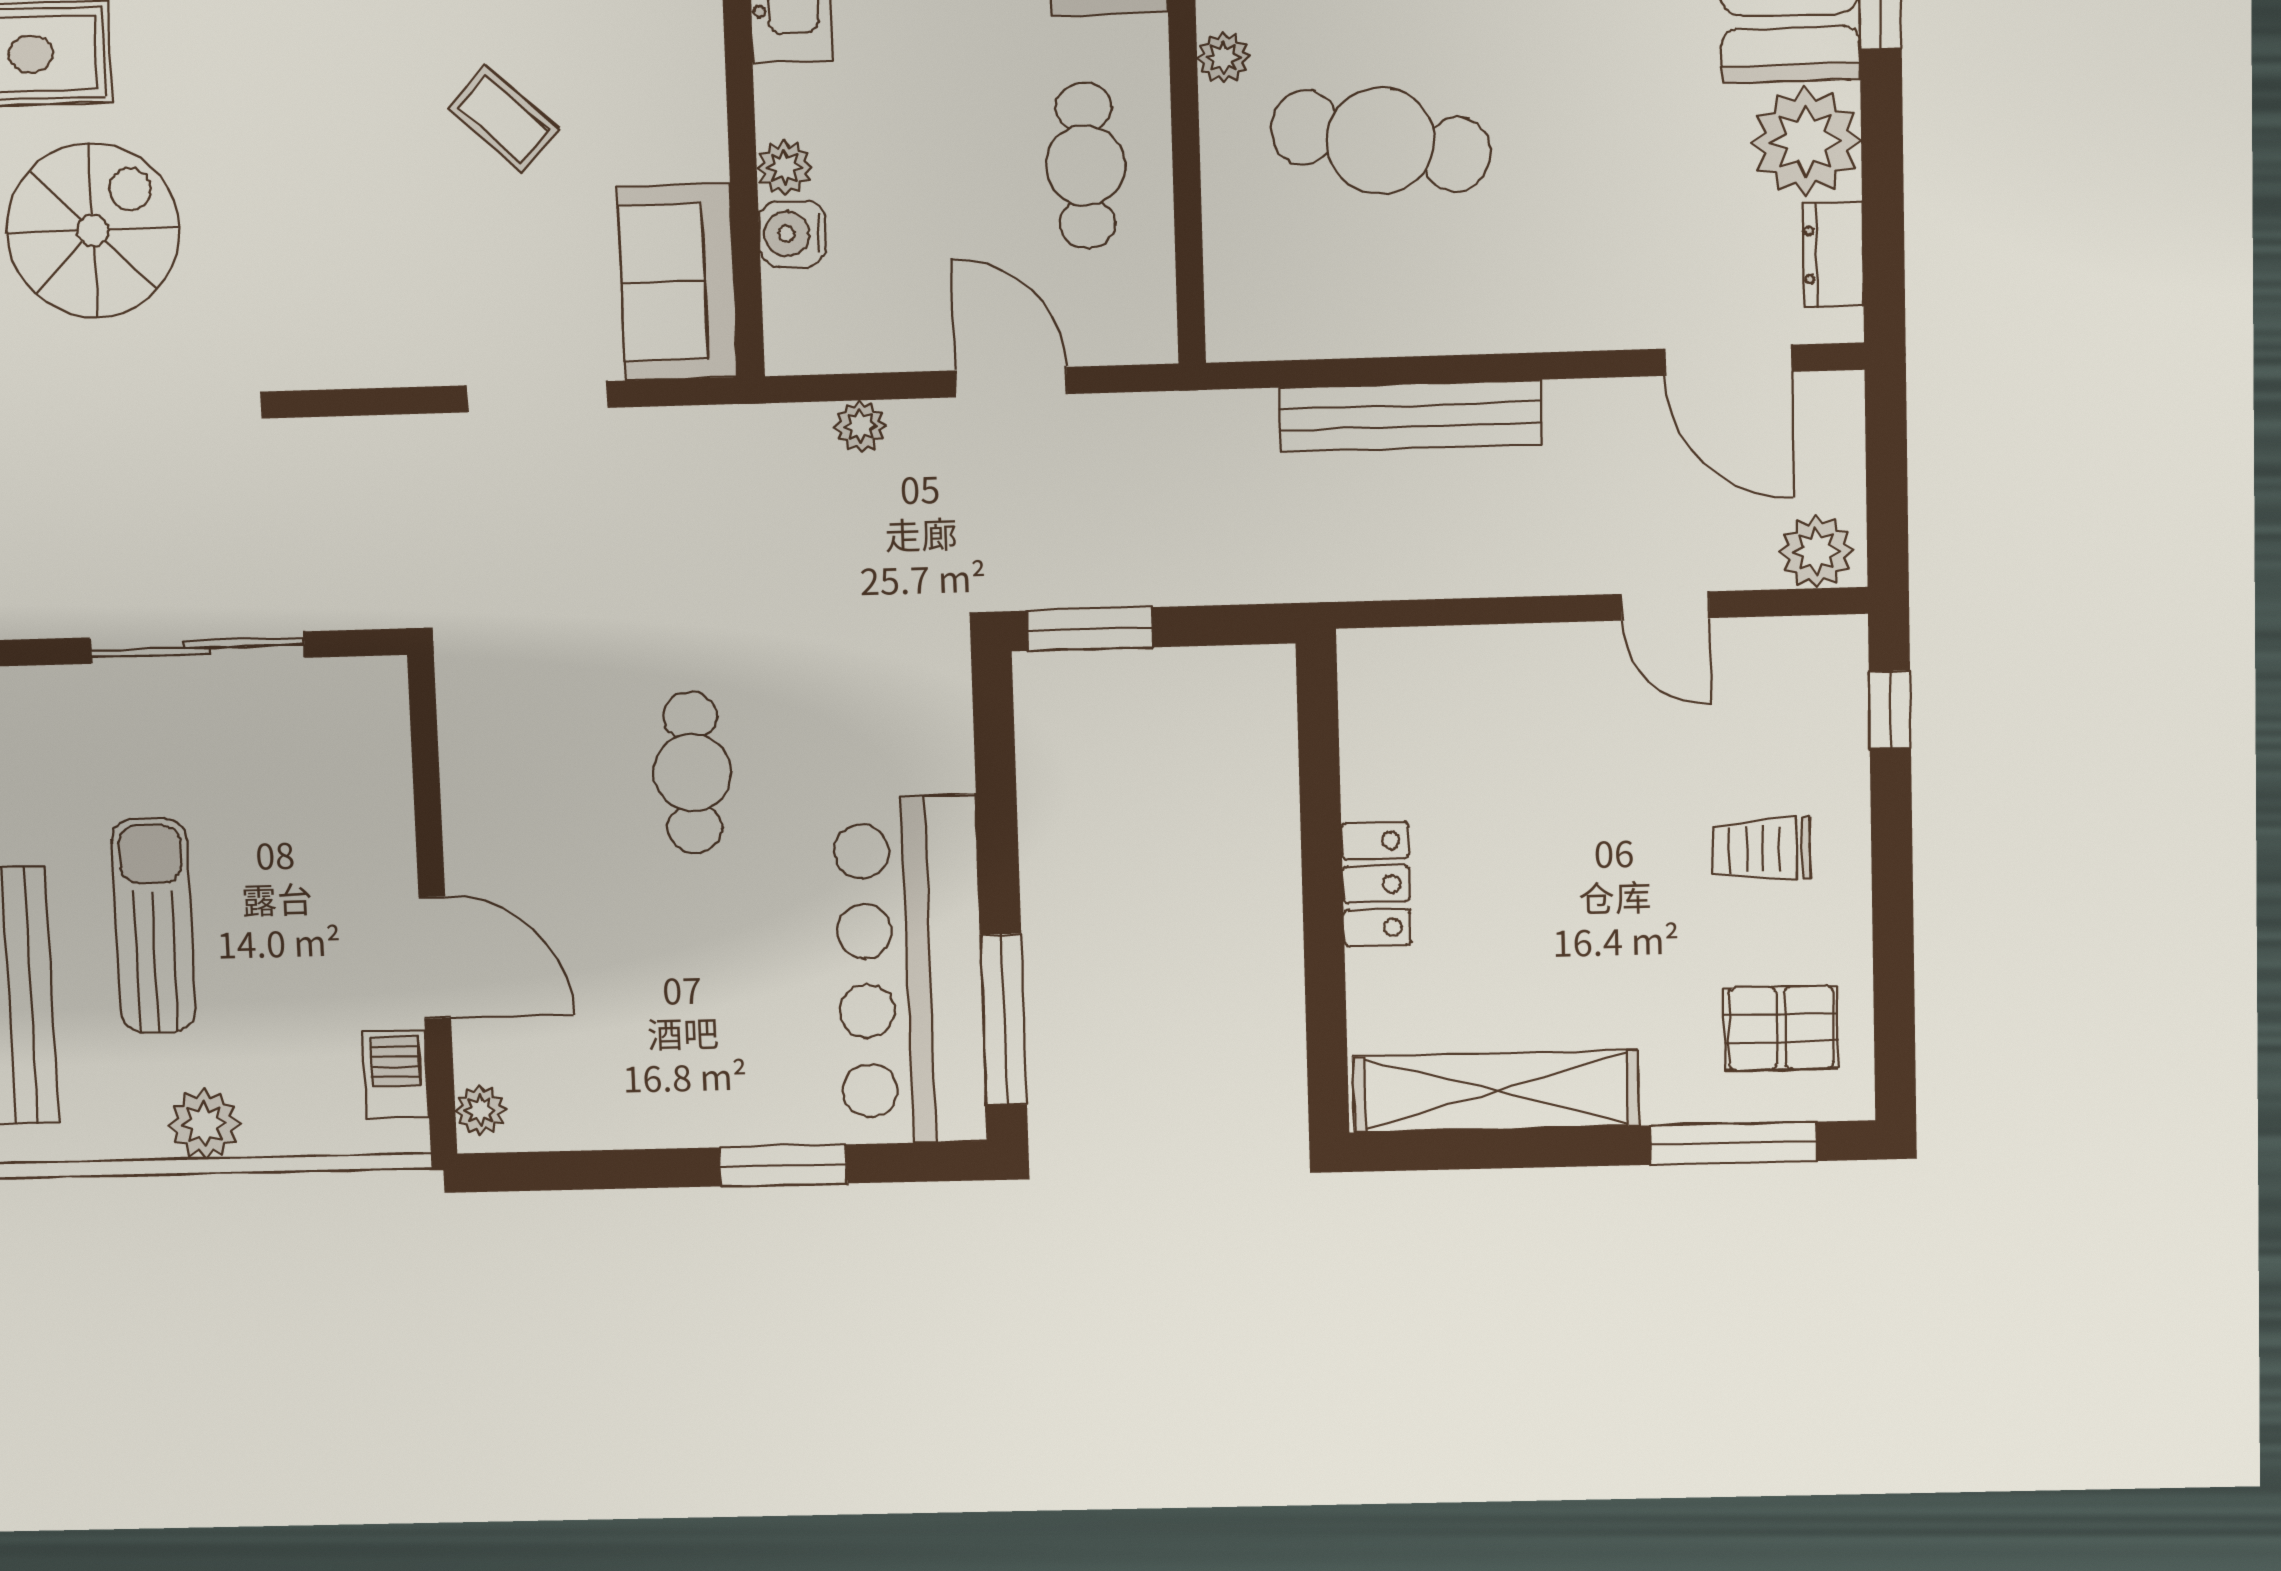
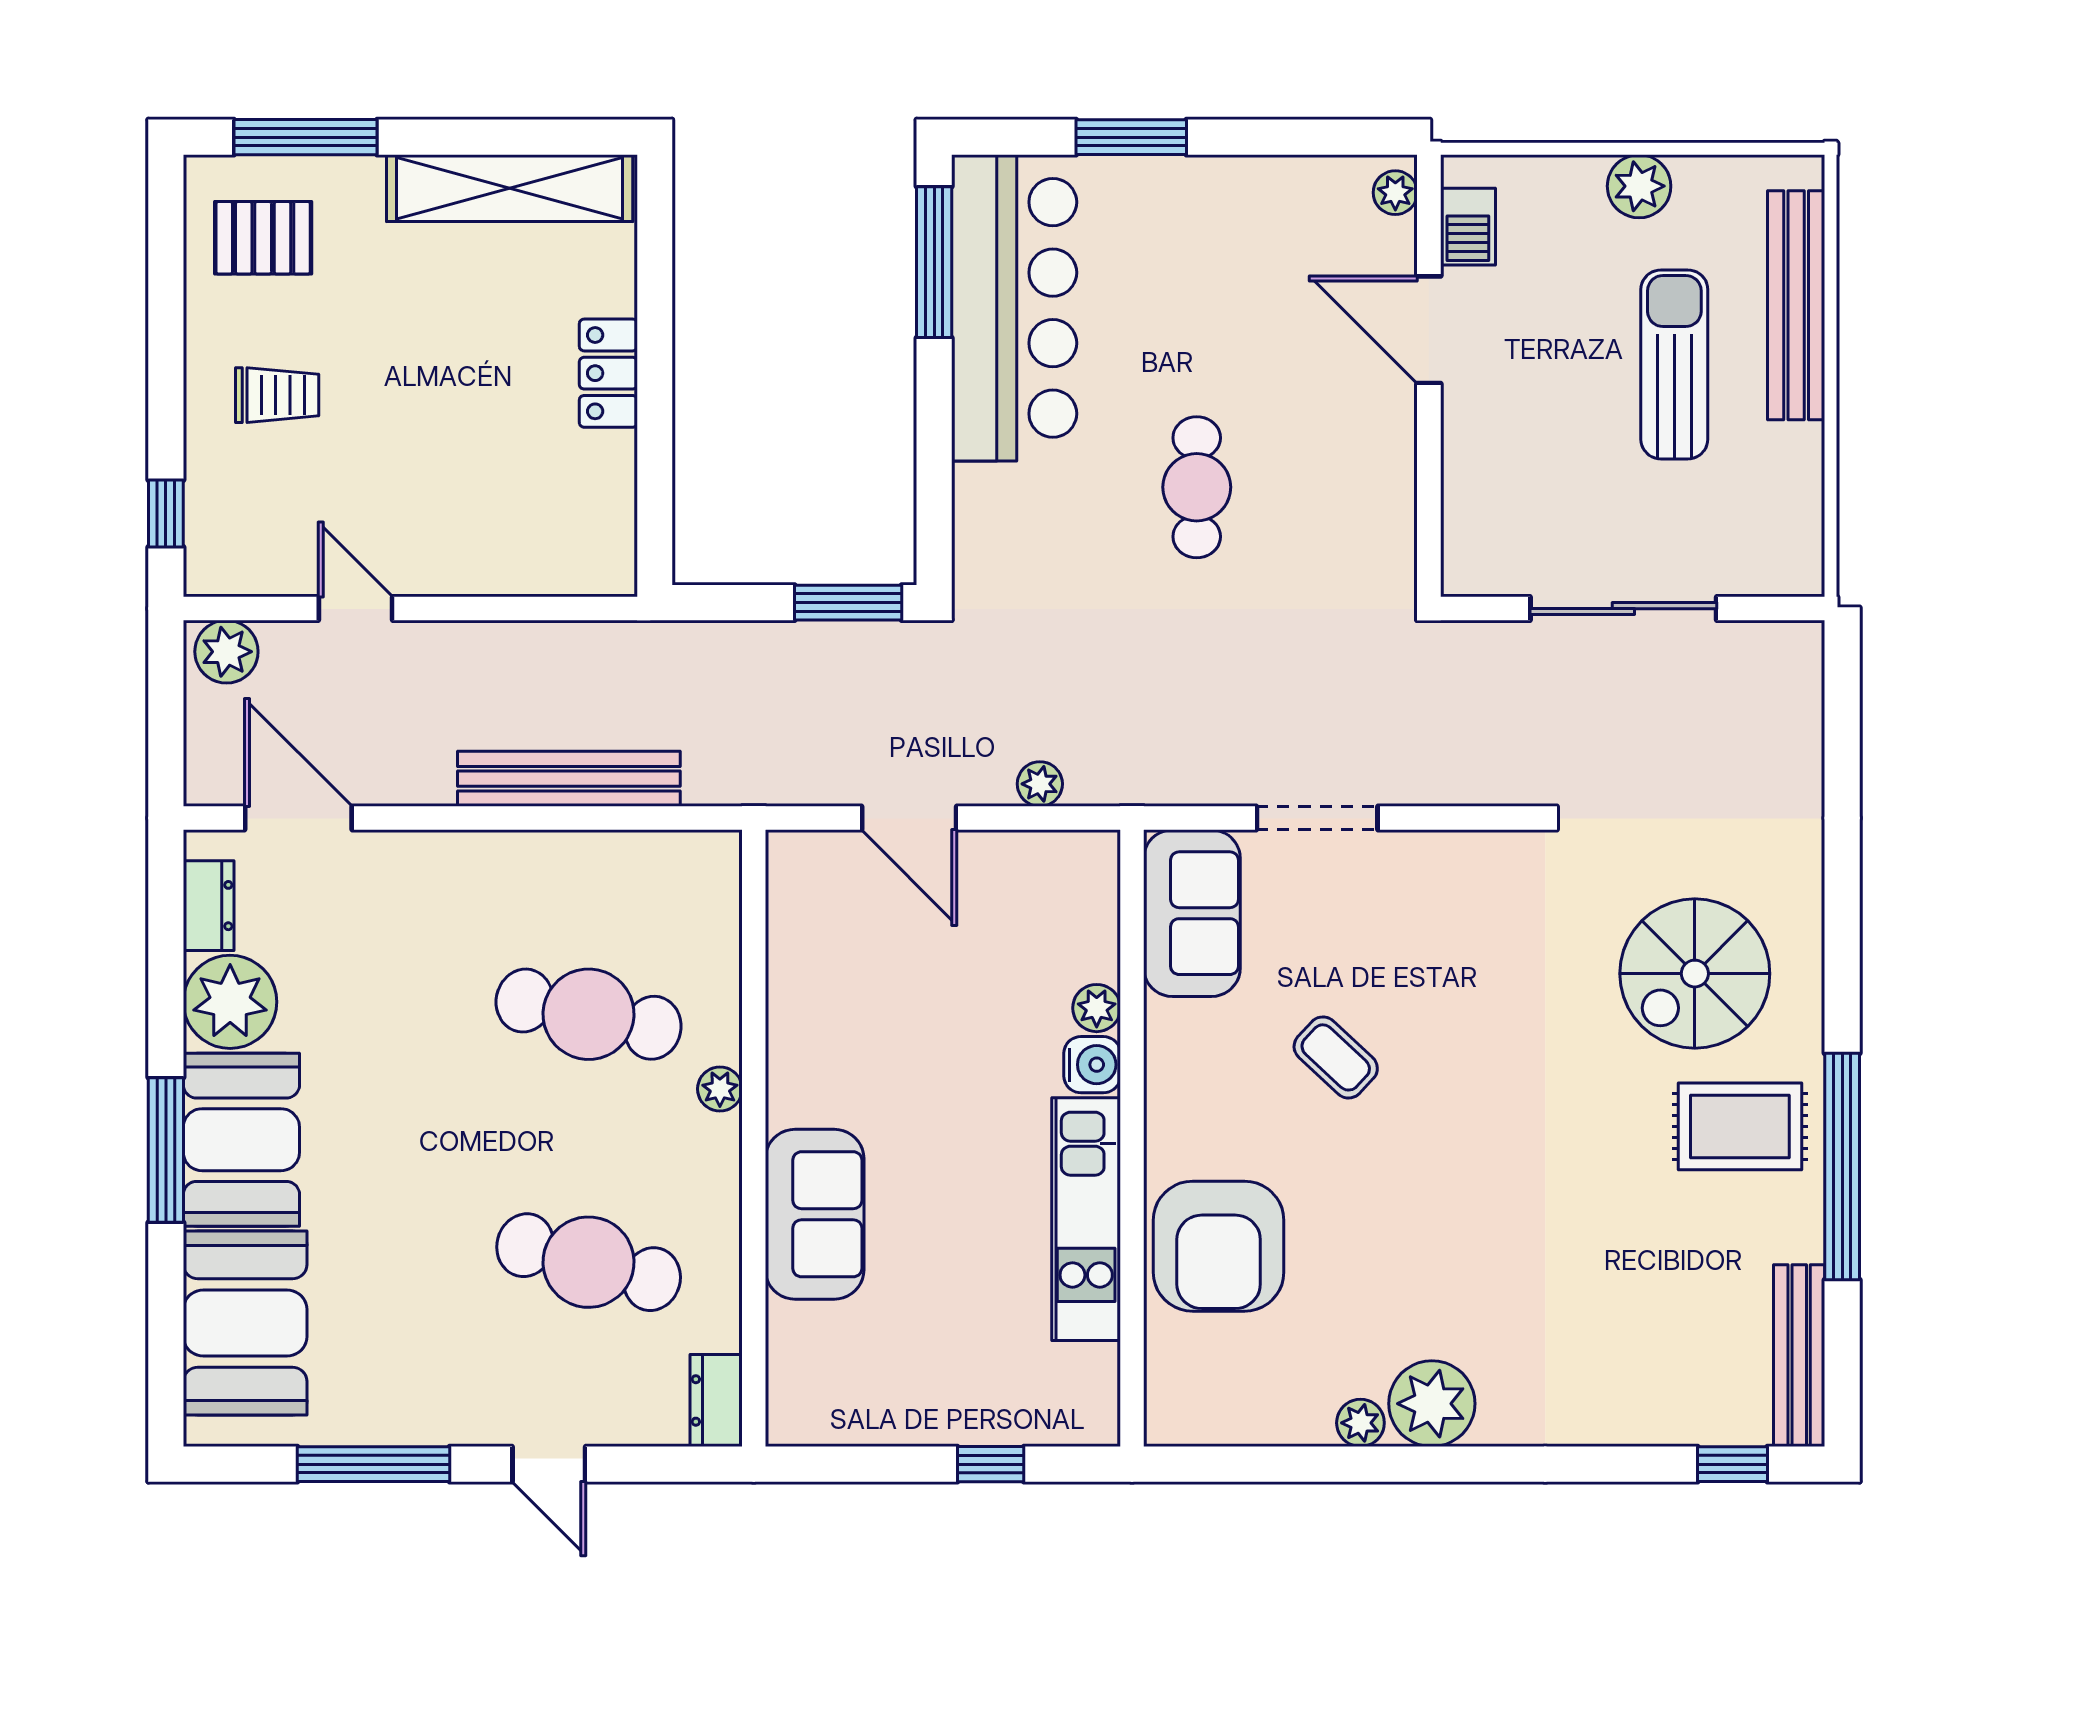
cafe table: (1085, 165) -> (840, 1001), removed
water cooler: (792, 234) -> (1092, 1065), moved
sun lounger: (154, 926) -> (1674, 364), turned 180

